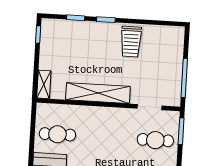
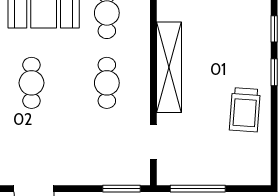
trolley: (131, 42) -> (245, 110), turned -86
cafe table: (155, 140) -> (107, 83), moved

